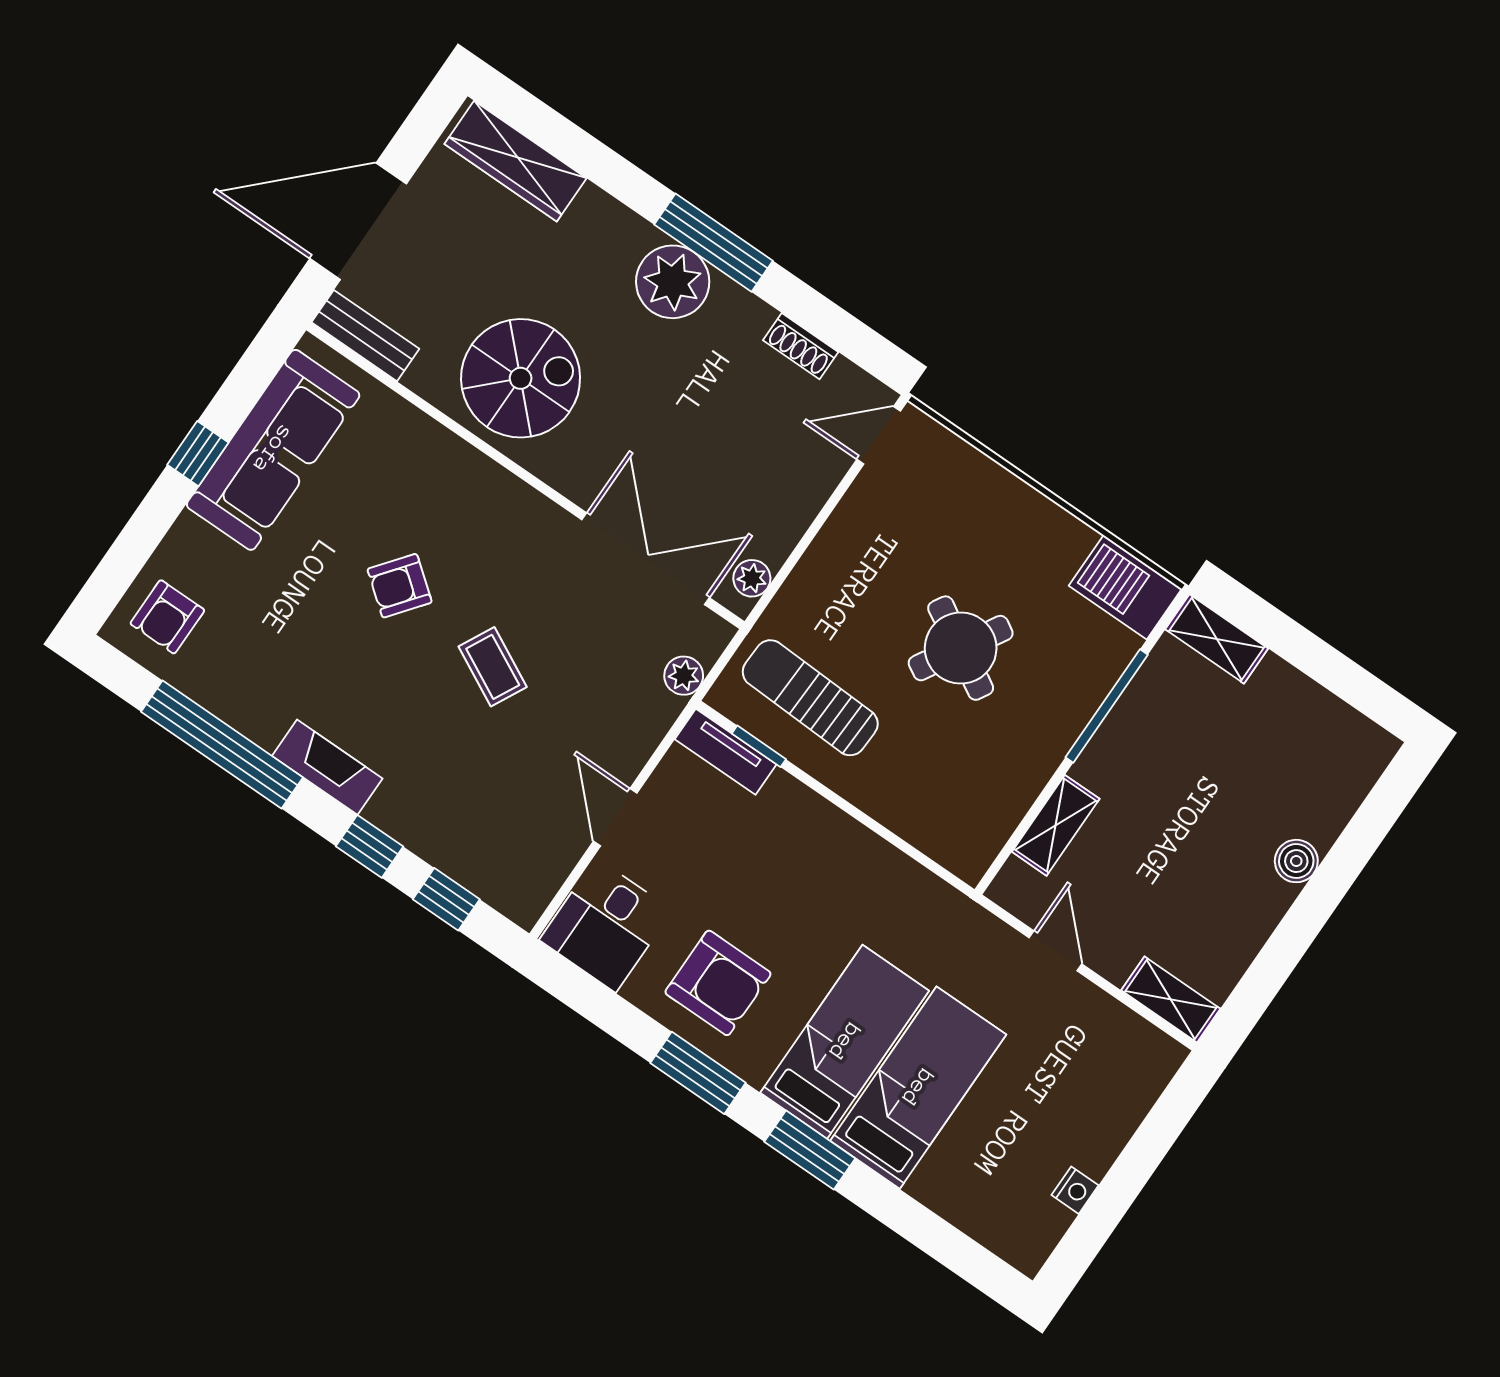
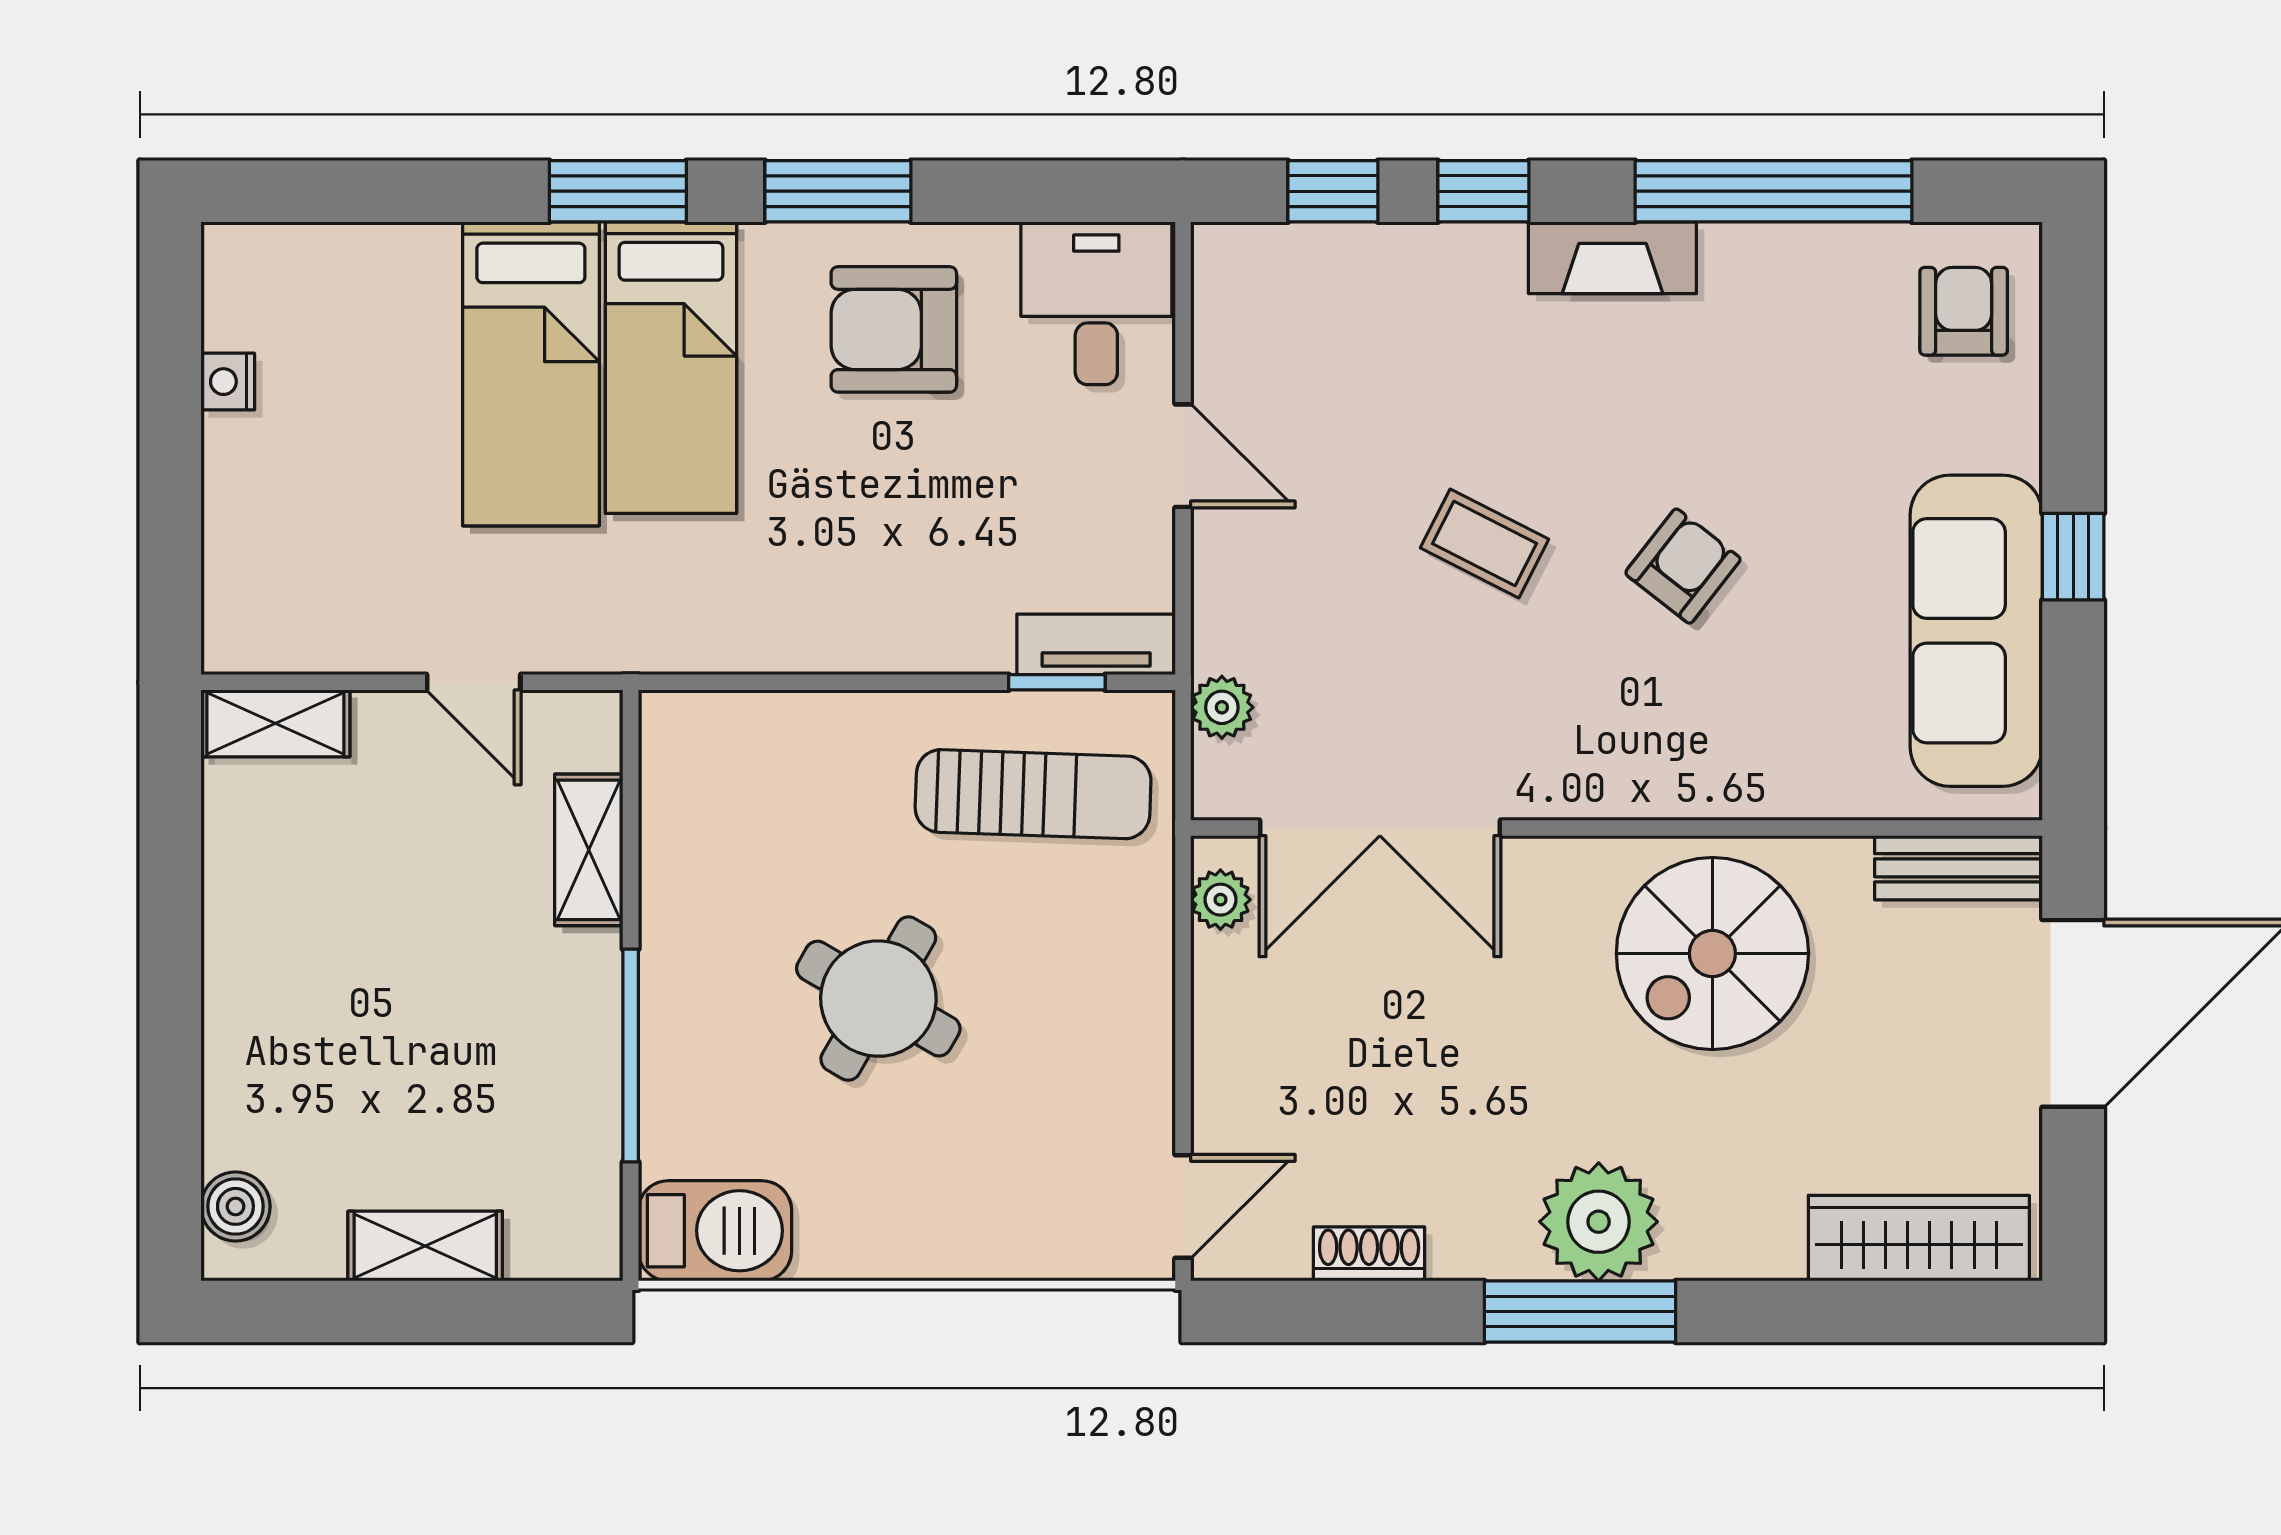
shelving: (1217, 639) -> (425, 1246), moved
boiler: (1296, 861) -> (235, 1206), moved

